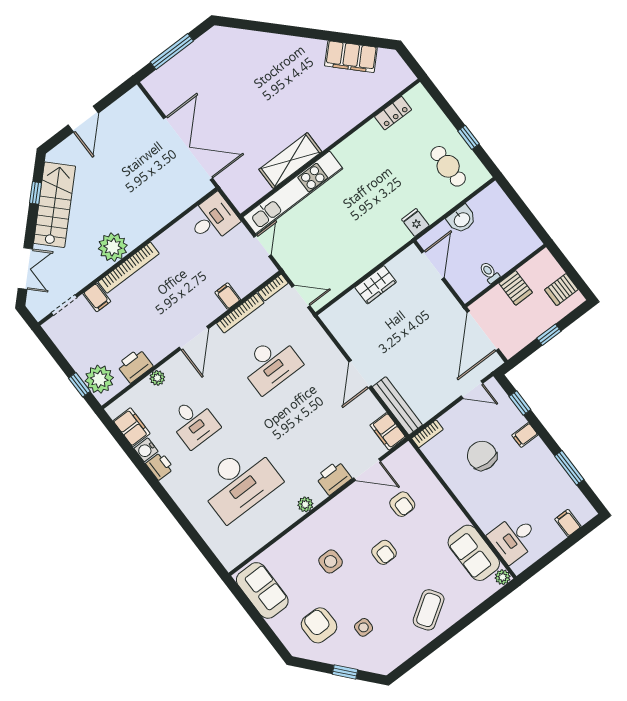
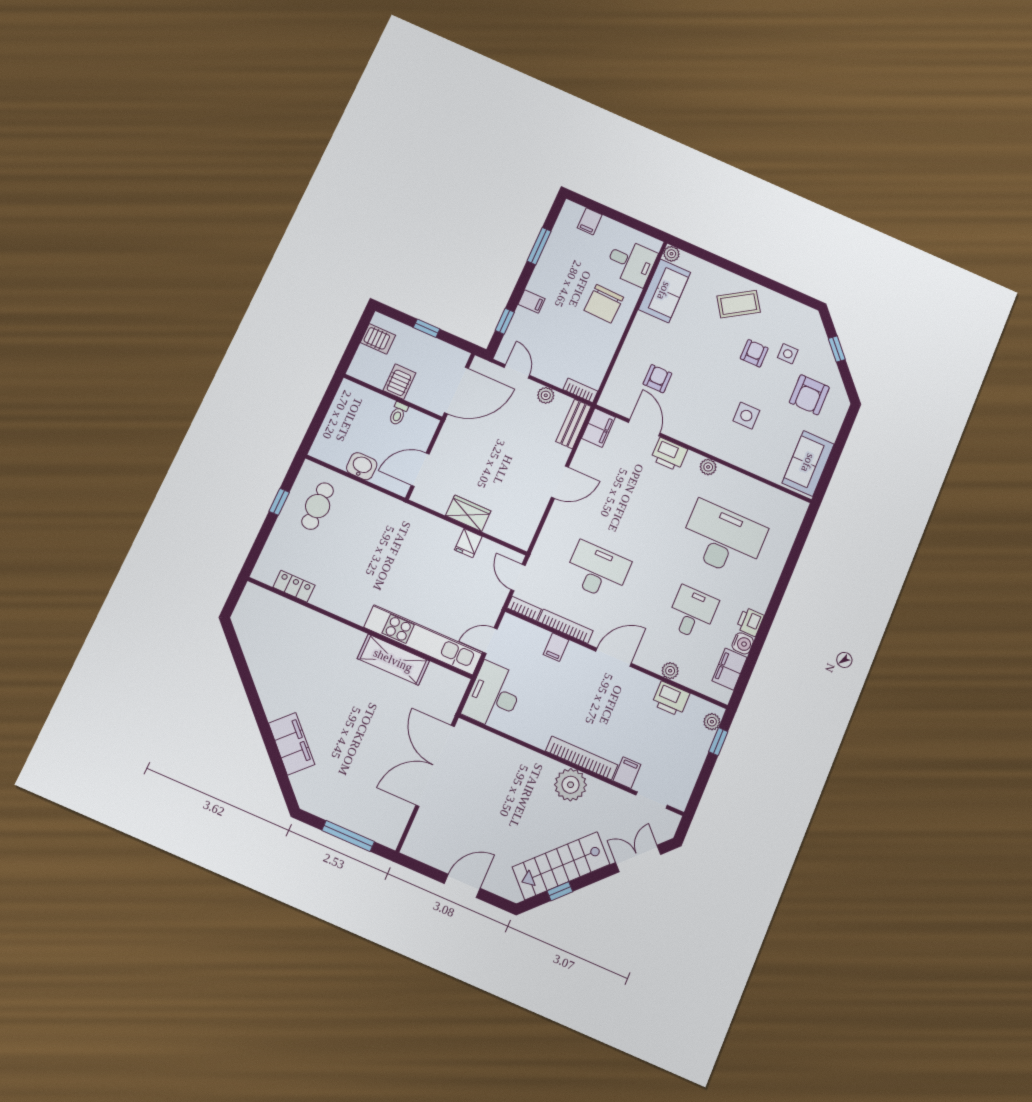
filing cabinet: (351, 57) -> (292, 744), moved
desk: (213, 219) -> (494, 696), width x1.37
fridge: (415, 222) -> (468, 543), moved
plant: (99, 379) -> (712, 722), width x0.53, depth x0.53
plant: (439, 403) -> (546, 395), added
bench: (397, 406) -> (573, 424), width x0.73
chair: (482, 456) -> (604, 304), moved
armchair: (384, 552) -> (754, 353), moved

